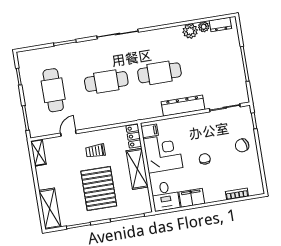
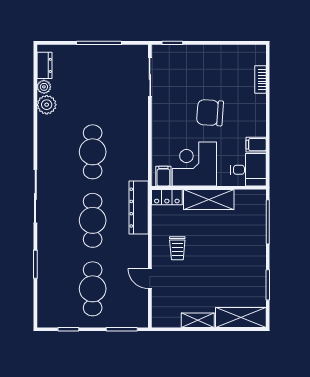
cafe table: (53, 90) -> (93, 289), turned 90
dresser: (183, 106) -> (139, 208), moved
chair: (242, 145) -> (201, 63), removed
shelving: (38, 153) -> (198, 320), moved
chair: (205, 159) -> (210, 113), width x1.87, depth x1.87
pallet: (99, 189) -> (225, 252), removed
filing cabinet: (192, 198) -> (256, 145), width x0.50

